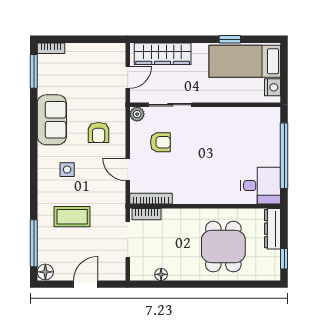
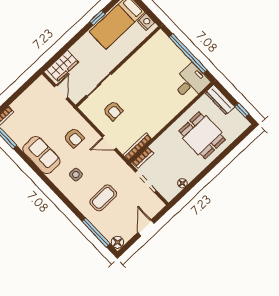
wardrobe: (163, 54) -> (63, 66), width x0.67
plant: (137, 114) -> (85, 107), removed
armchair: (160, 142) -> (113, 111), turned 90

